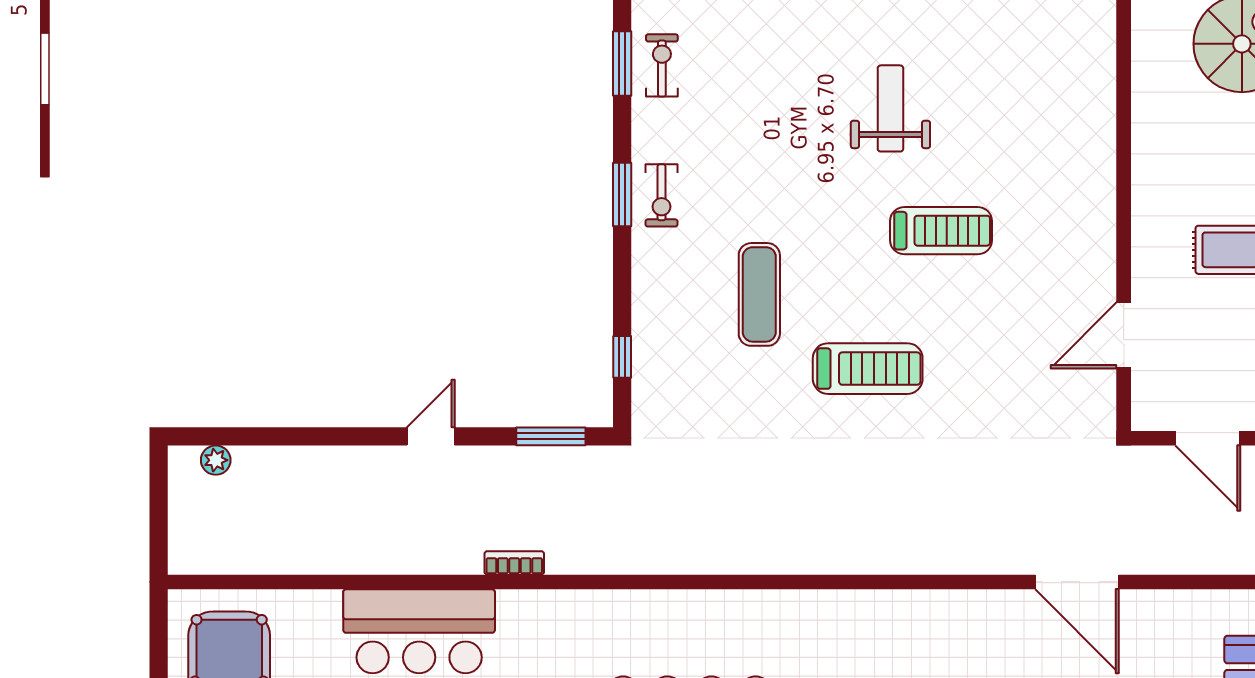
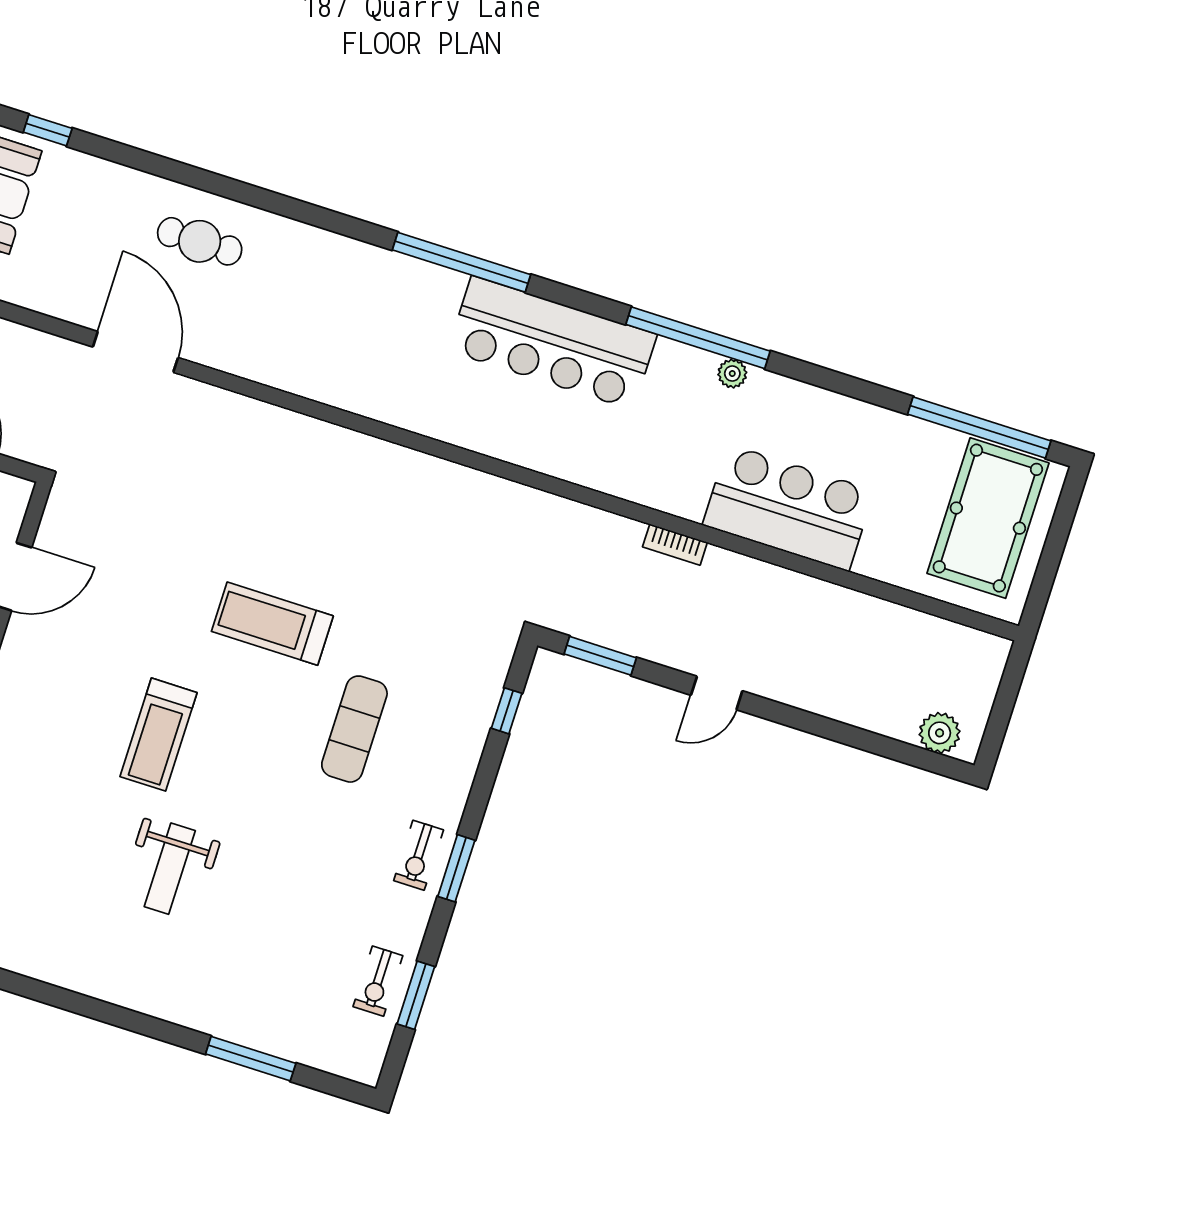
exercise bike: (662, 195) -> (419, 855), turned 180
treadmill: (941, 231) -> (159, 735), turned -90
plant: (216, 460) -> (940, 733), width x1.38, depth x1.38

